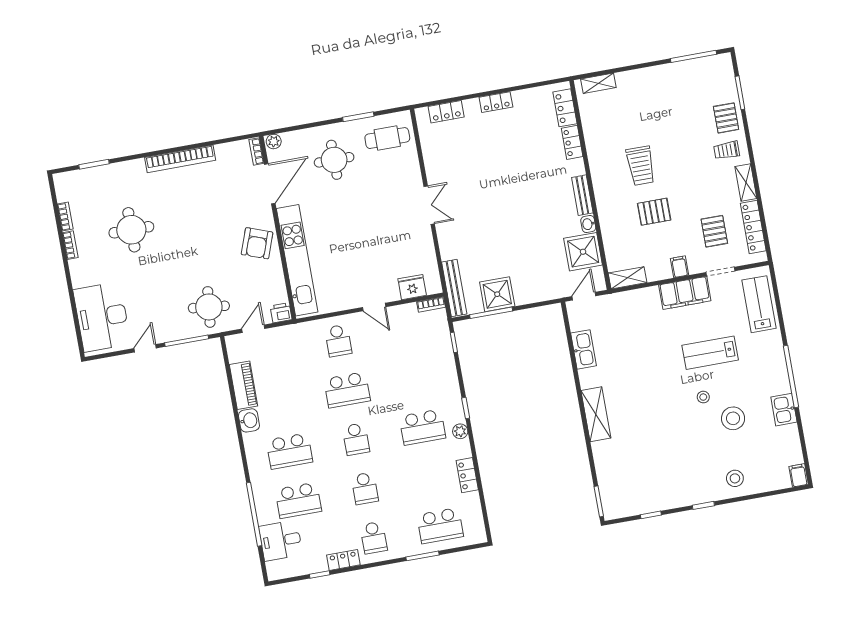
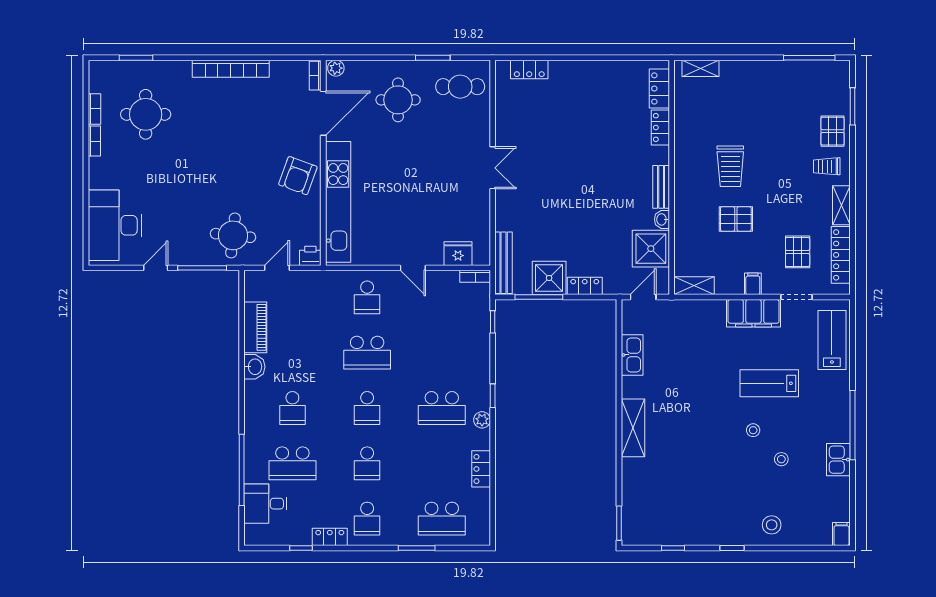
locker: (496, 102) -> (585, 286), moved, turned 180
round table: (131, 230) -> (146, 114), moved
stool: (733, 418) -> (781, 459), width x0.53, depth x0.53
school desk: (289, 451) -> (292, 408), width x0.54

